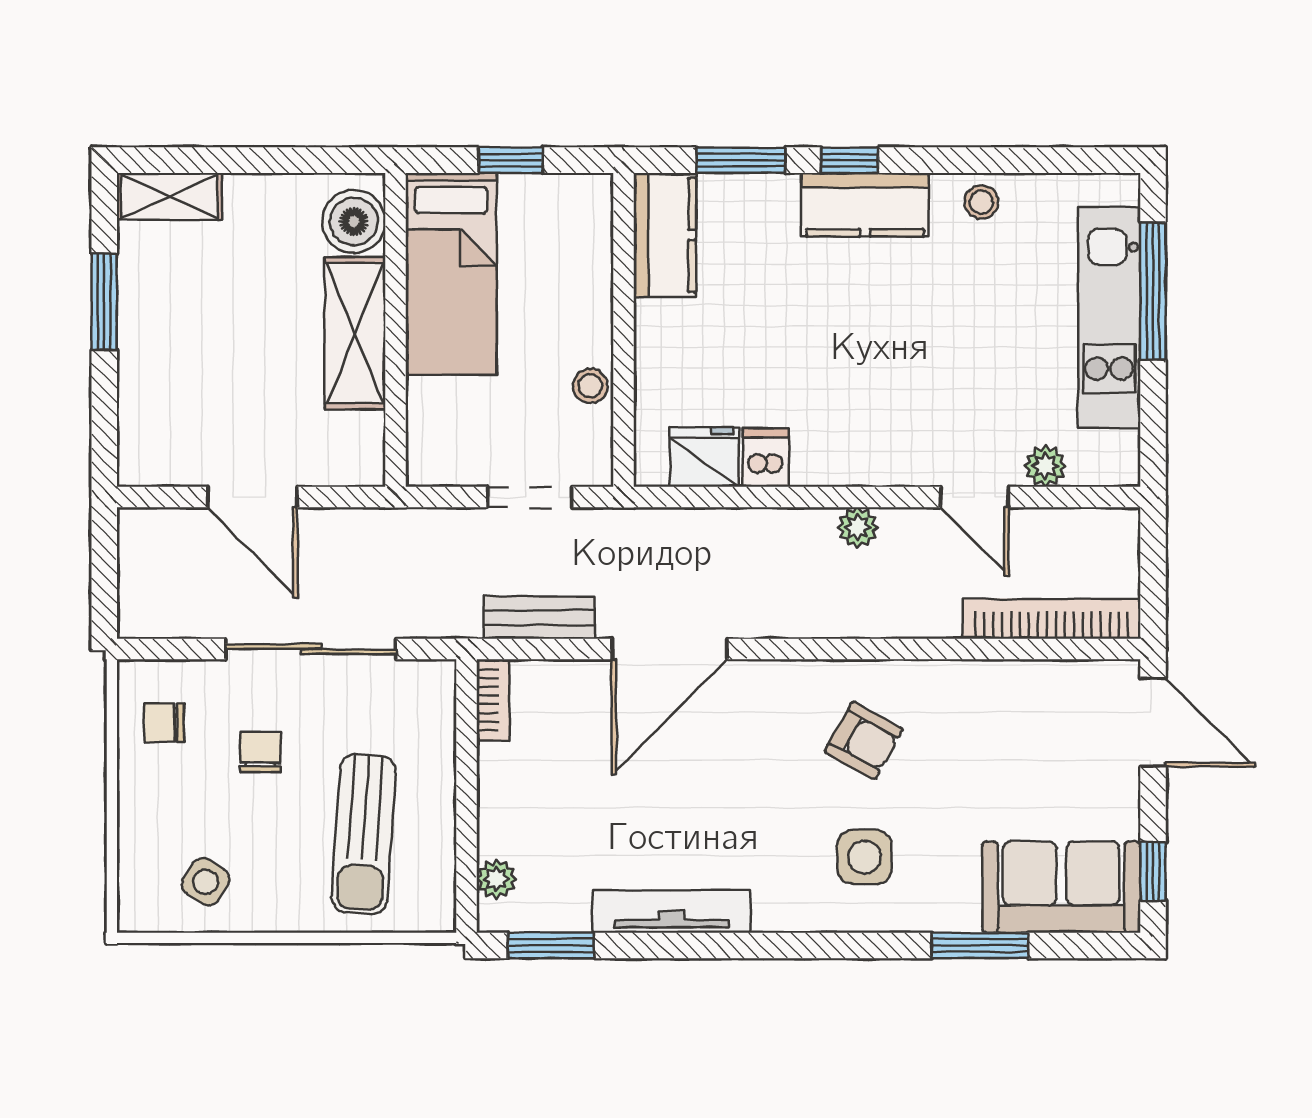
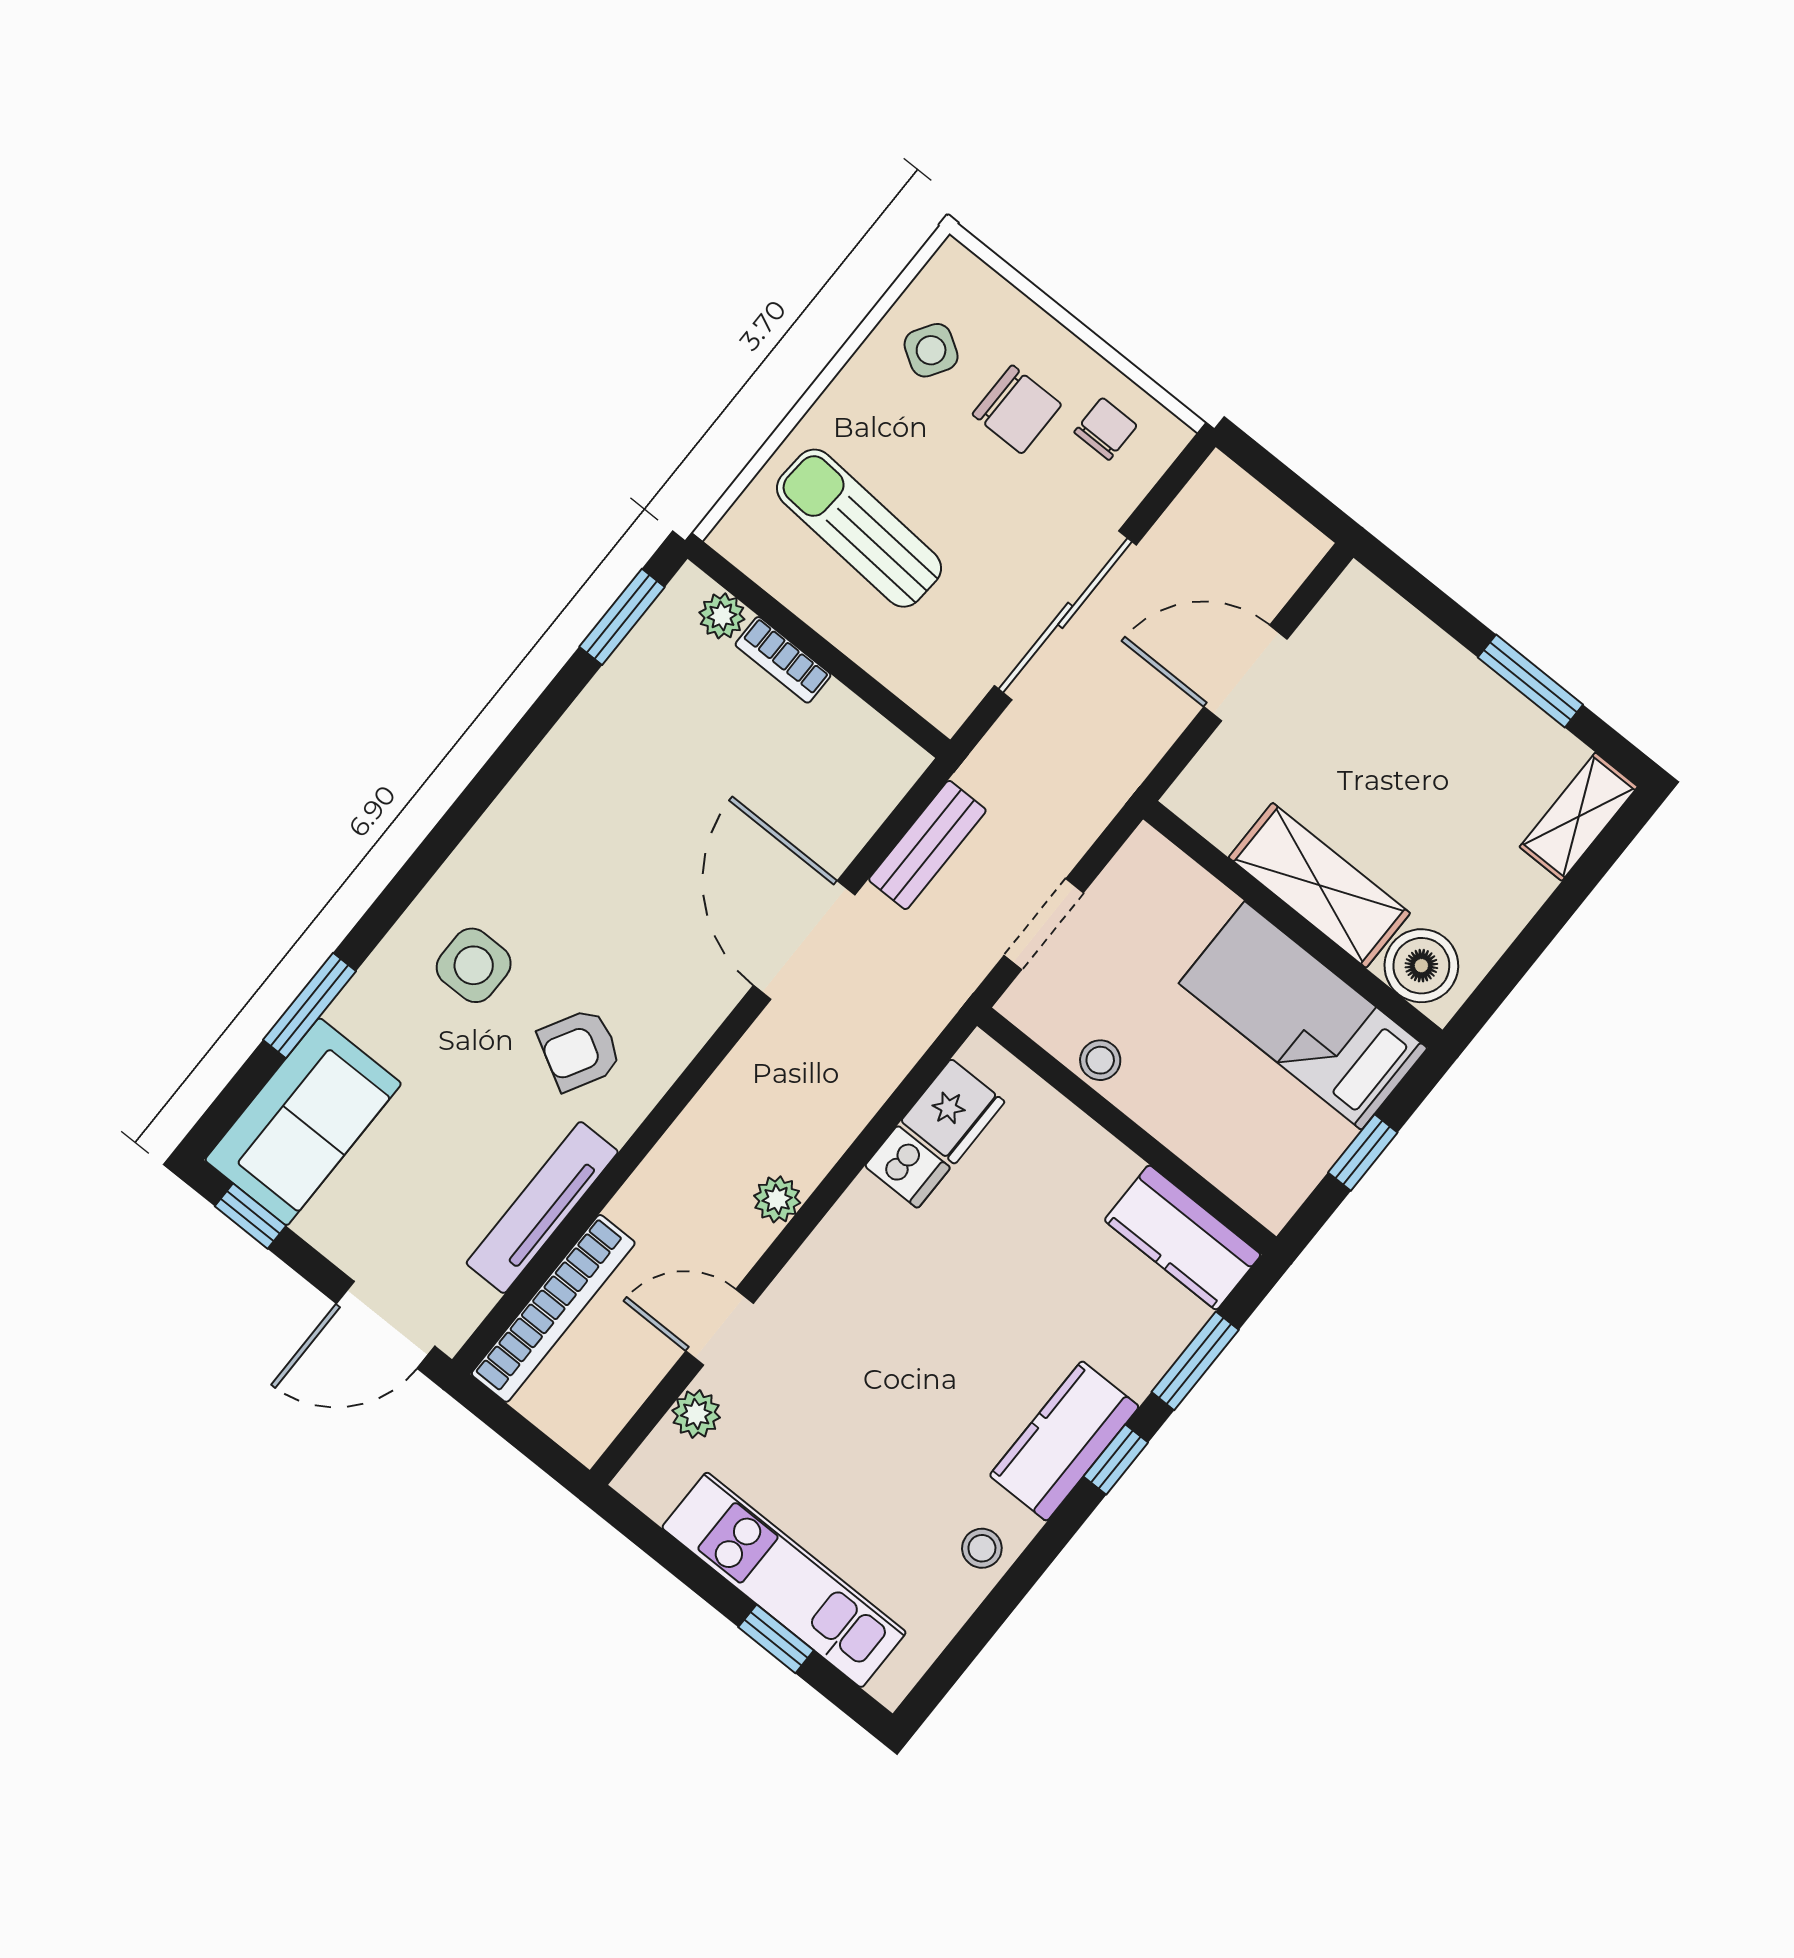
window: (1153, 291) -> (776, 1639), width x0.46
bookcase: (493, 700) -> (783, 660), moved
chair: (260, 752) -> (1017, 409), moved, width x1.37, depth x1.37
tv unit: (671, 911) -> (542, 1207), moved, turned 180

